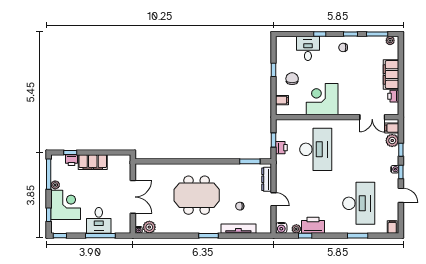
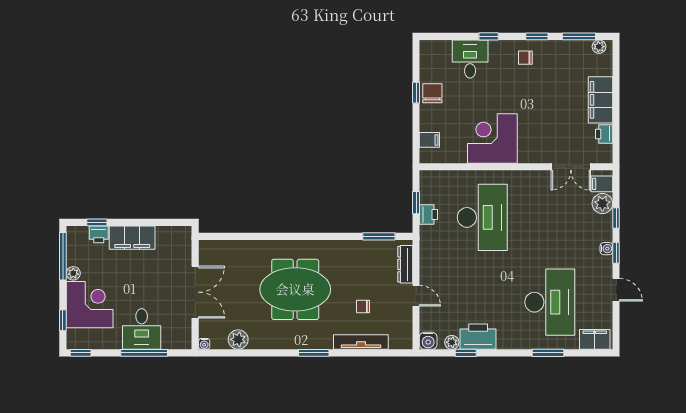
chair: (292, 79) -> (432, 93), moved
plant: (149, 227) -> (238, 339), moved
filing cabinet: (392, 227) -> (595, 339), width x2.00

